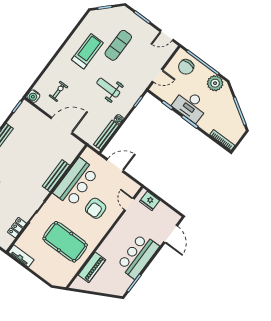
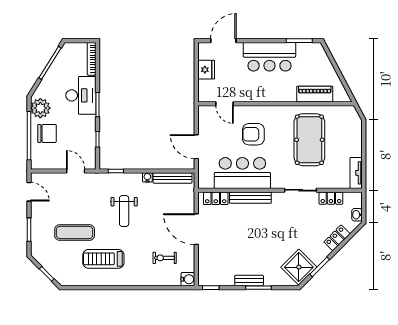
chair: (186, 67) -> (47, 133), moved
desk: (190, 105) -> (81, 95), moved
locker: (72, 153) -> (216, 198), added
fridge: (150, 201) -> (206, 70), moved
door: (129, 204) -> (225, 104), hinge flipped
armchair: (96, 208) -> (253, 134), turned 180

